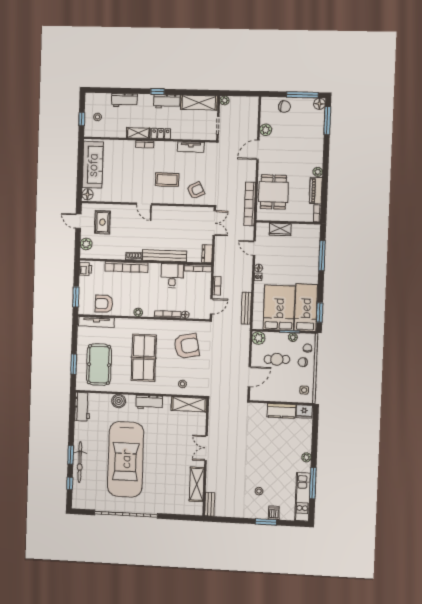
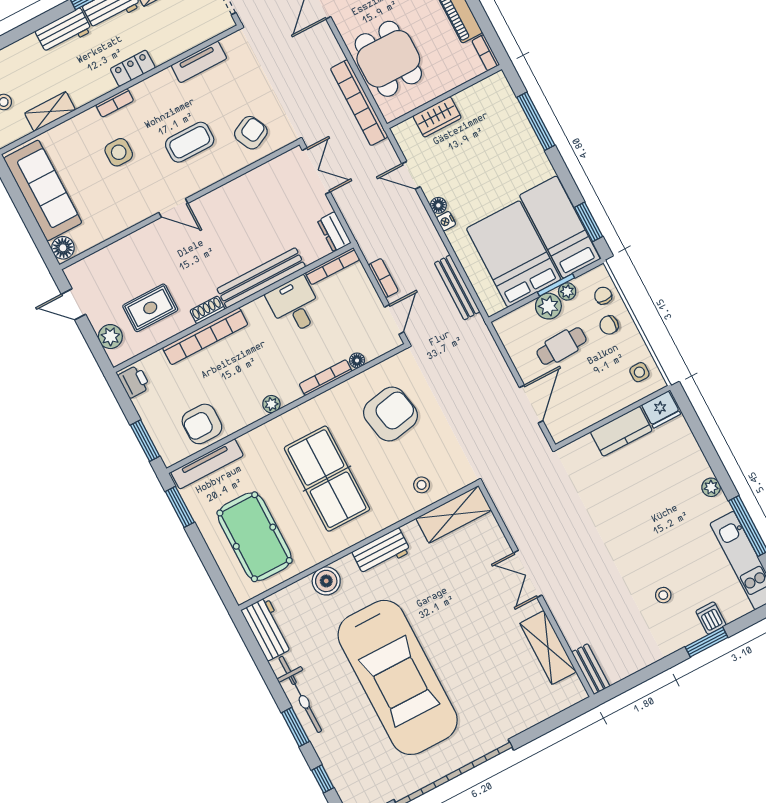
workbench: (125, 100) -> (64, 31), moved
shelving: (138, 133) -> (50, 112), moved
side table: (134, 167) -> (119, 152), added
rug: (102, 222) -> (150, 308), moved, turned 90
plant: (258, 338) -> (548, 306), moved
window: (74, 364) -> (180, 507), moved
bicycle: (80, 462) -> (300, 694), moved

